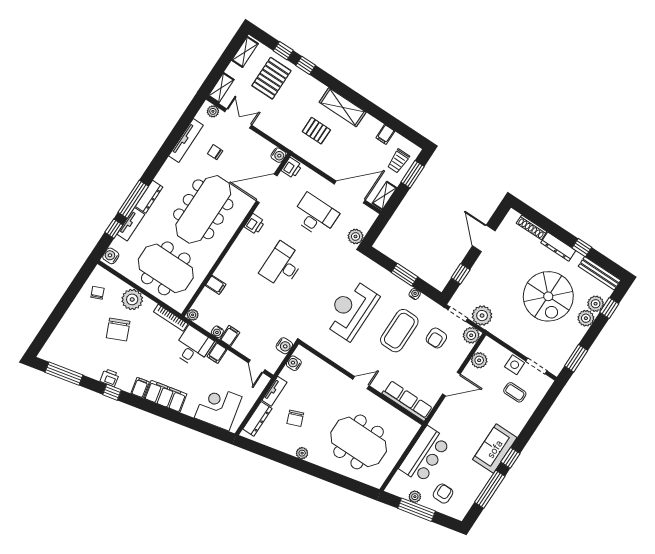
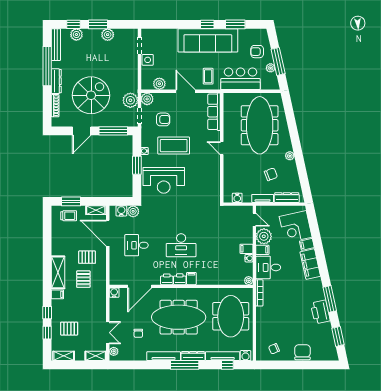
pallet: (271, 78) -> (69, 329), width x0.67, depth x0.71
double door: (238, 118) -> (108, 333), swing flipped
filing cabinet: (385, 134) -> (57, 294), moved
tv unit: (186, 141) -> (164, 356), moved
pallet: (338, 151) -> (87, 257), added
printer: (292, 168) -> (180, 279), moved
door: (267, 188) -> (140, 286), hinge flipped
window: (133, 199) -> (185, 365), moved
desk: (315, 215) -> (137, 245), width x0.73
tv unit: (131, 224) -> (223, 356), width x1.41
window: (582, 248) -> (47, 66), width x3.17
window: (461, 274) -> (113, 131), width x2.17
filing cabinet: (216, 285) -> (191, 279), moved
spiral stairs: (548, 296) -> (91, 95), moved
plant: (132, 299) -> (264, 236), moved
reception desk: (351, 310) -> (164, 180), moved
plant: (586, 318) -> (108, 35), moved
chair: (118, 330) -> (303, 352), moved, turned -66
water cooler: (284, 346) -> (121, 211), moved
window: (576, 358) -> (98, 24), moved
door: (257, 366) -> (254, 220), hinge flipped
window: (64, 374) -> (338, 336), width x0.69
printer: (110, 378) -> (320, 312), width x1.87, depth x1.48
filing cabinet: (140, 388) -> (307, 244), moved
window: (112, 392) -> (330, 299), width x2.17
coffee table: (515, 392) -> (208, 76), moved
meeting table: (359, 442) -> (260, 125), width x1.36
sofa: (495, 449) -> (208, 40), width x1.85, depth x1.27
window: (490, 489) -> (235, 24), width x0.69

